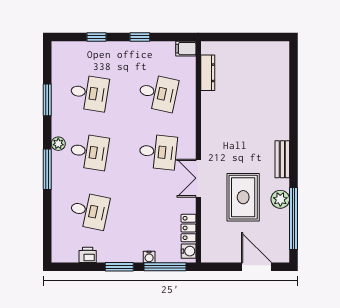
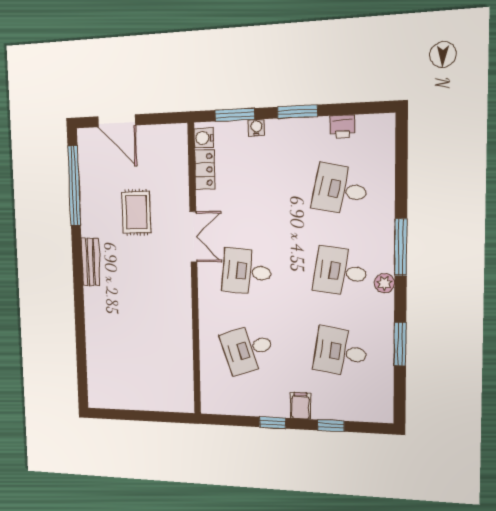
filing cabinet: (186, 49) -> (301, 406), moved, turned -90
dresser: (208, 73) -> (185, 373), removed
desk: (158, 93) -> (248, 349), turned -30
rug: (243, 197) -> (136, 212), width x0.73, depth x0.70
plant: (280, 199) -> (91, 211), removed
window: (165, 267) -> (235, 115), width x0.69

